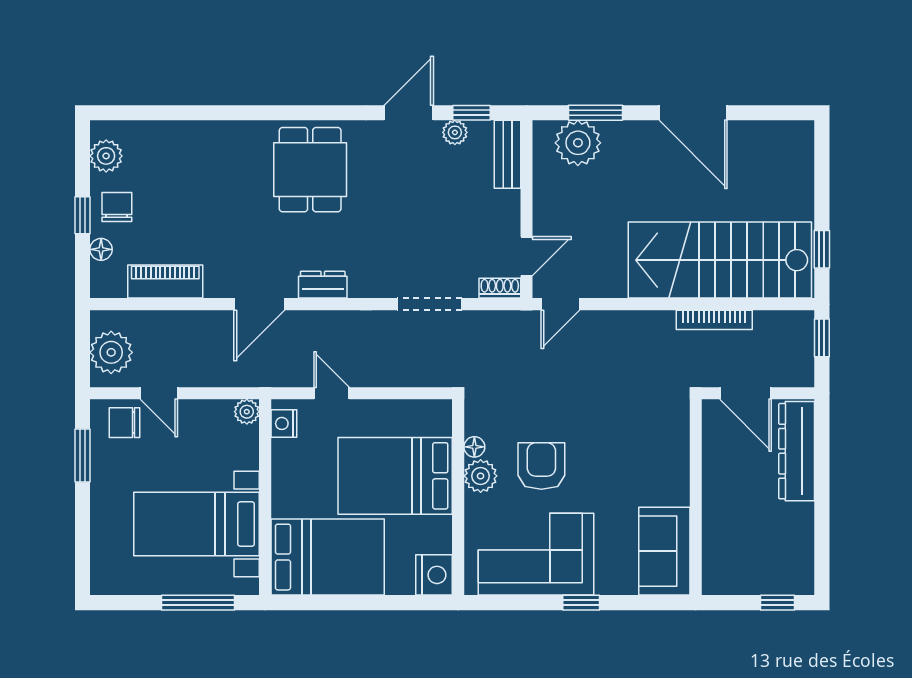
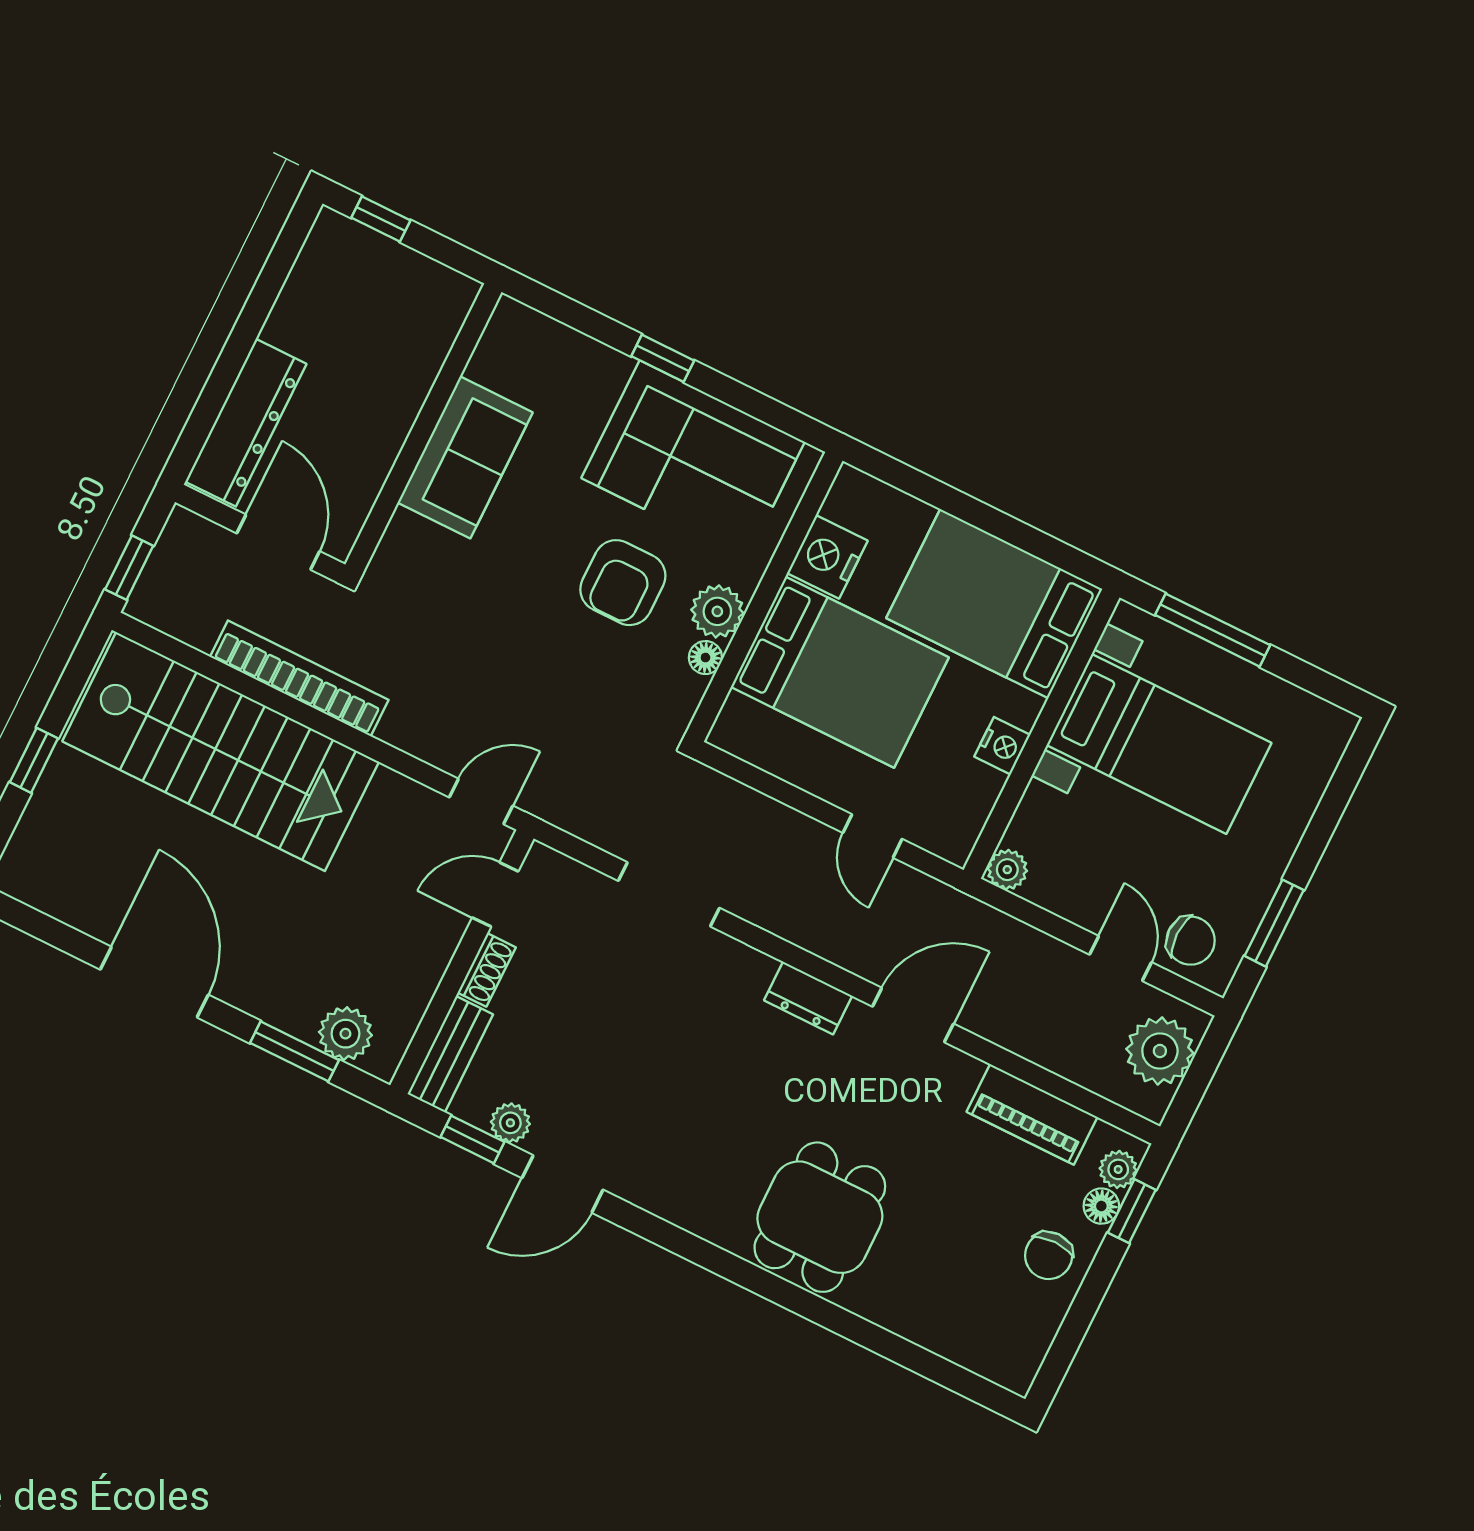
plant: (578, 143) -> (345, 1034), width x0.73, depth x0.73
plant: (106, 156) -> (1118, 1169), moved, width x0.73, depth x0.73
dining table: (310, 170) -> (820, 1217), moved
window: (83, 215) -> (1132, 1211), moved
window: (822, 249) -> (34, 760), moved
shoe rack: (500, 288) -> (487, 970), moved, turned -90
bookcase: (714, 320) -> (299, 678), width x1.48, depth x1.31
nightstand: (284, 423) -> (1002, 746), moved
sofa: (664, 551) -> (465, 457), moved
nightstand: (434, 575) -> (827, 557), moved

